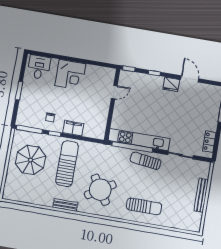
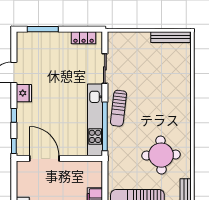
door: (114, 92) -> (44, 158), width x1.87
round table: (100, 190) -> (161, 155), turned 30
bench: (201, 195) -> (170, 37), moved
sun lounger: (144, 206) -> (172, 101), removed

